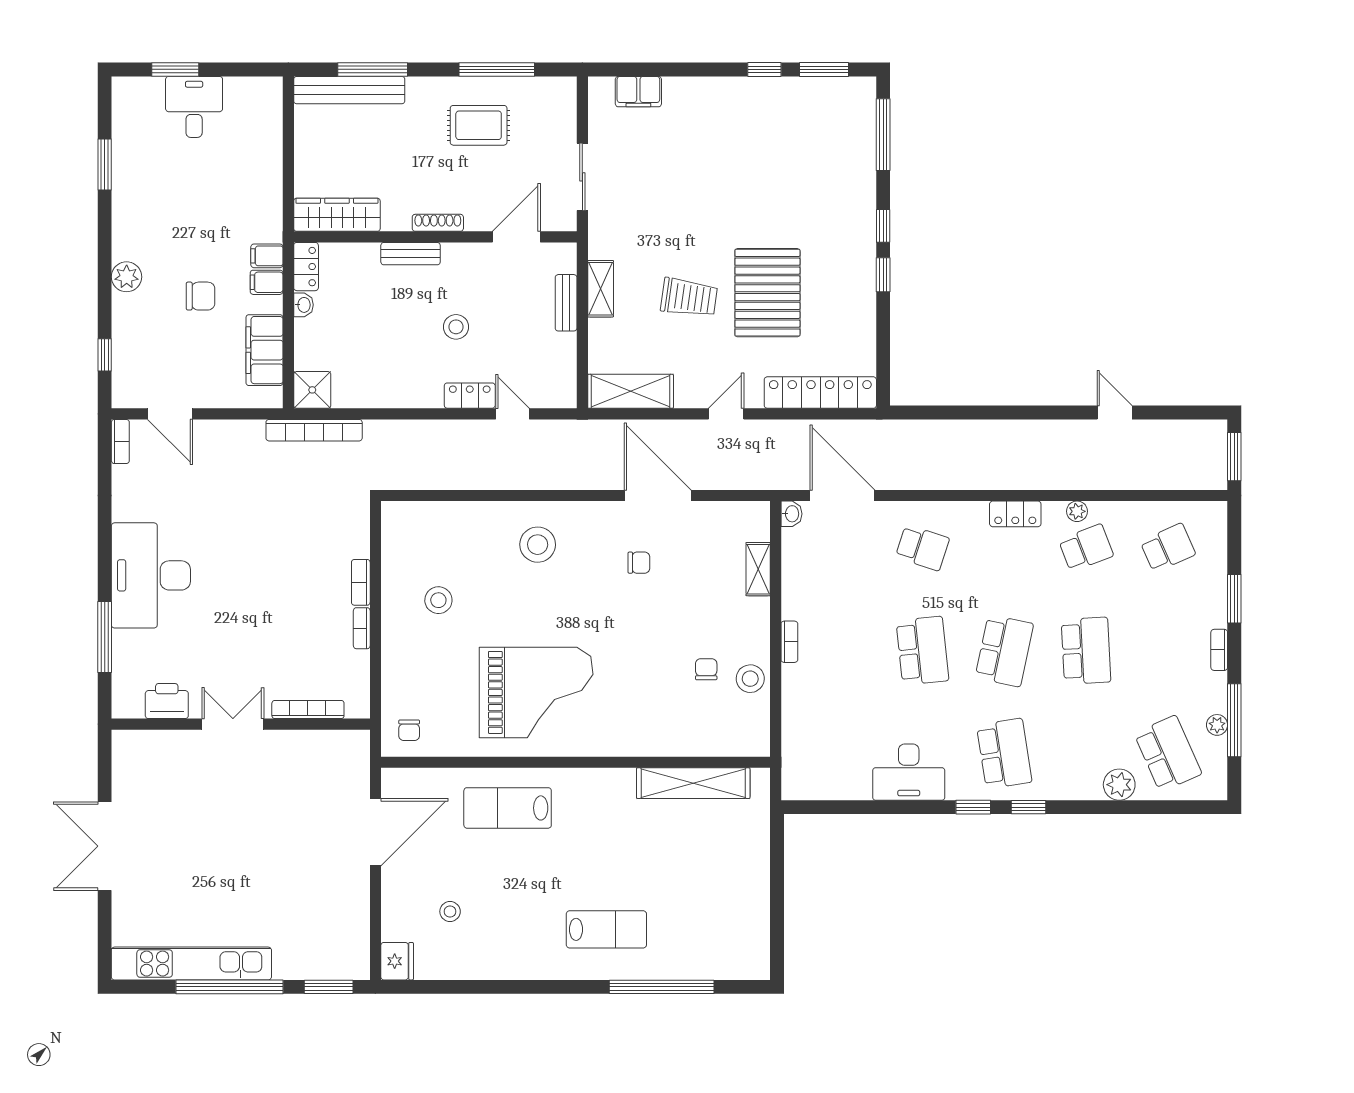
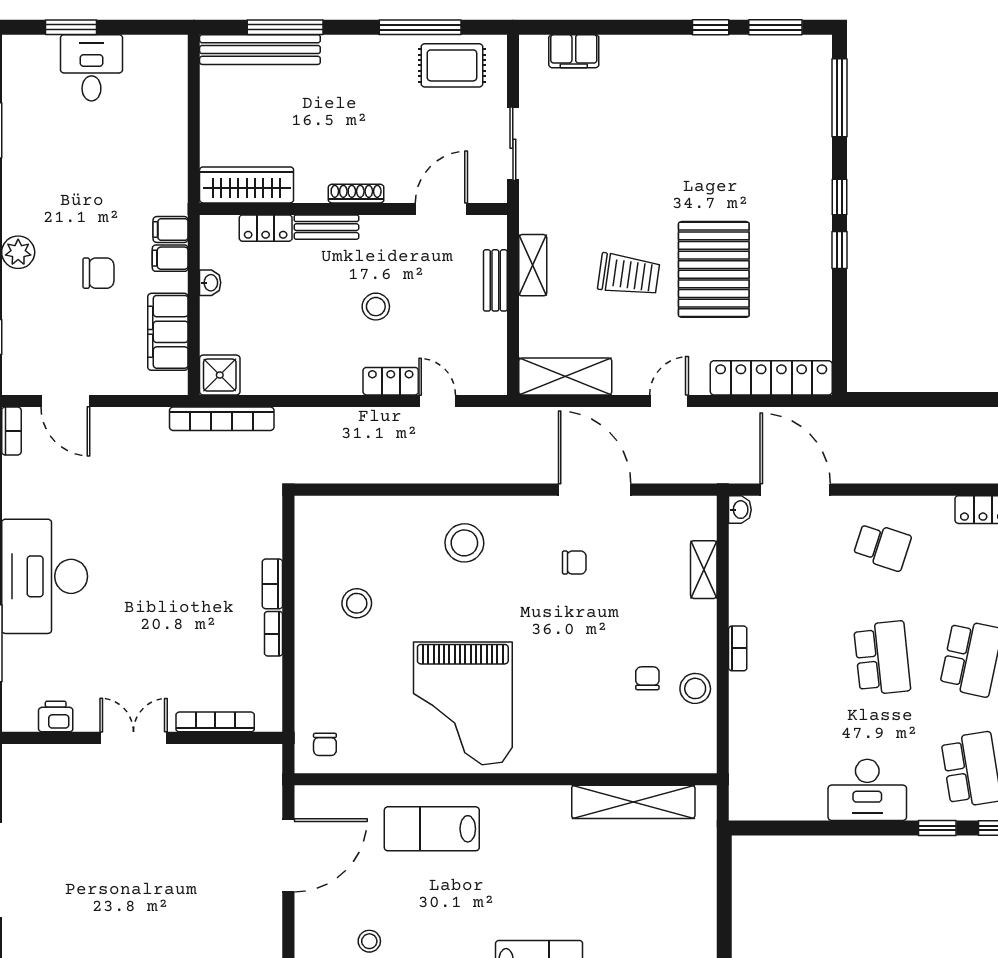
rug: (479, 125) -> (452, 65), moved
locker: (306, 267) -> (266, 228), moved, turned 90
grand piano: (536, 692) -> (463, 703), turned 90
printer: (167, 701) -> (56, 716), width x0.73, depth x0.81

